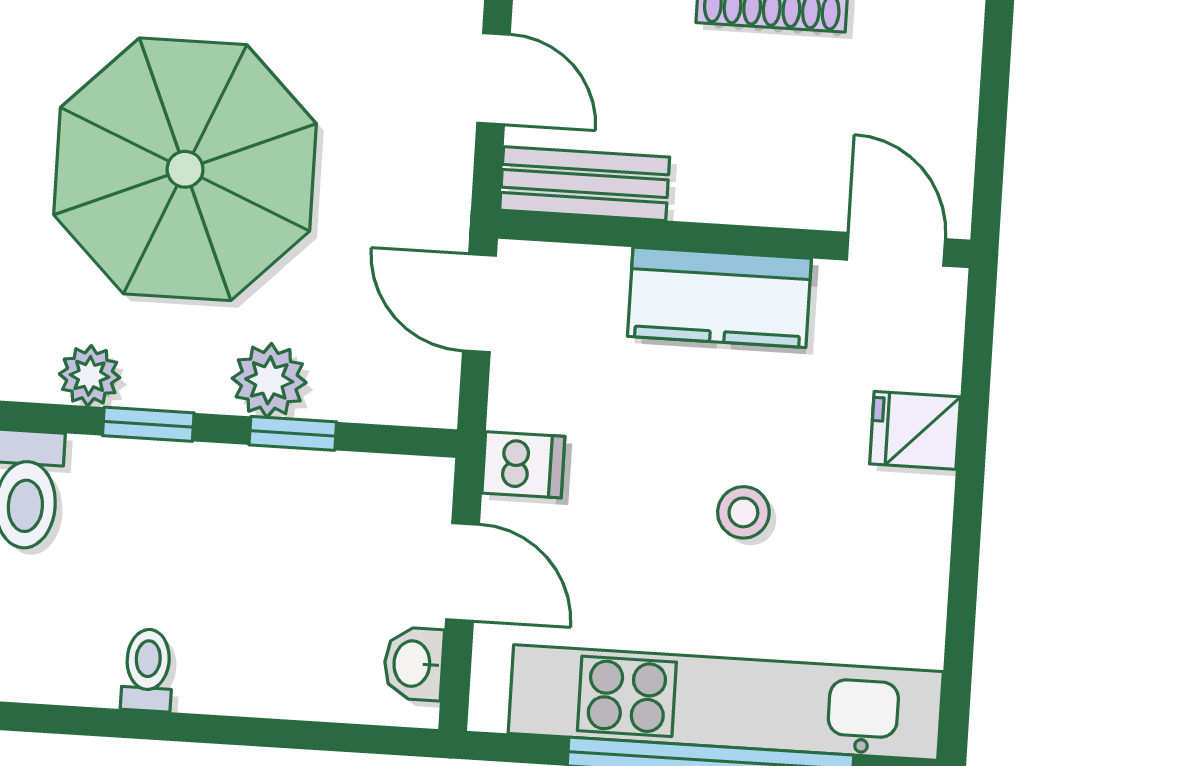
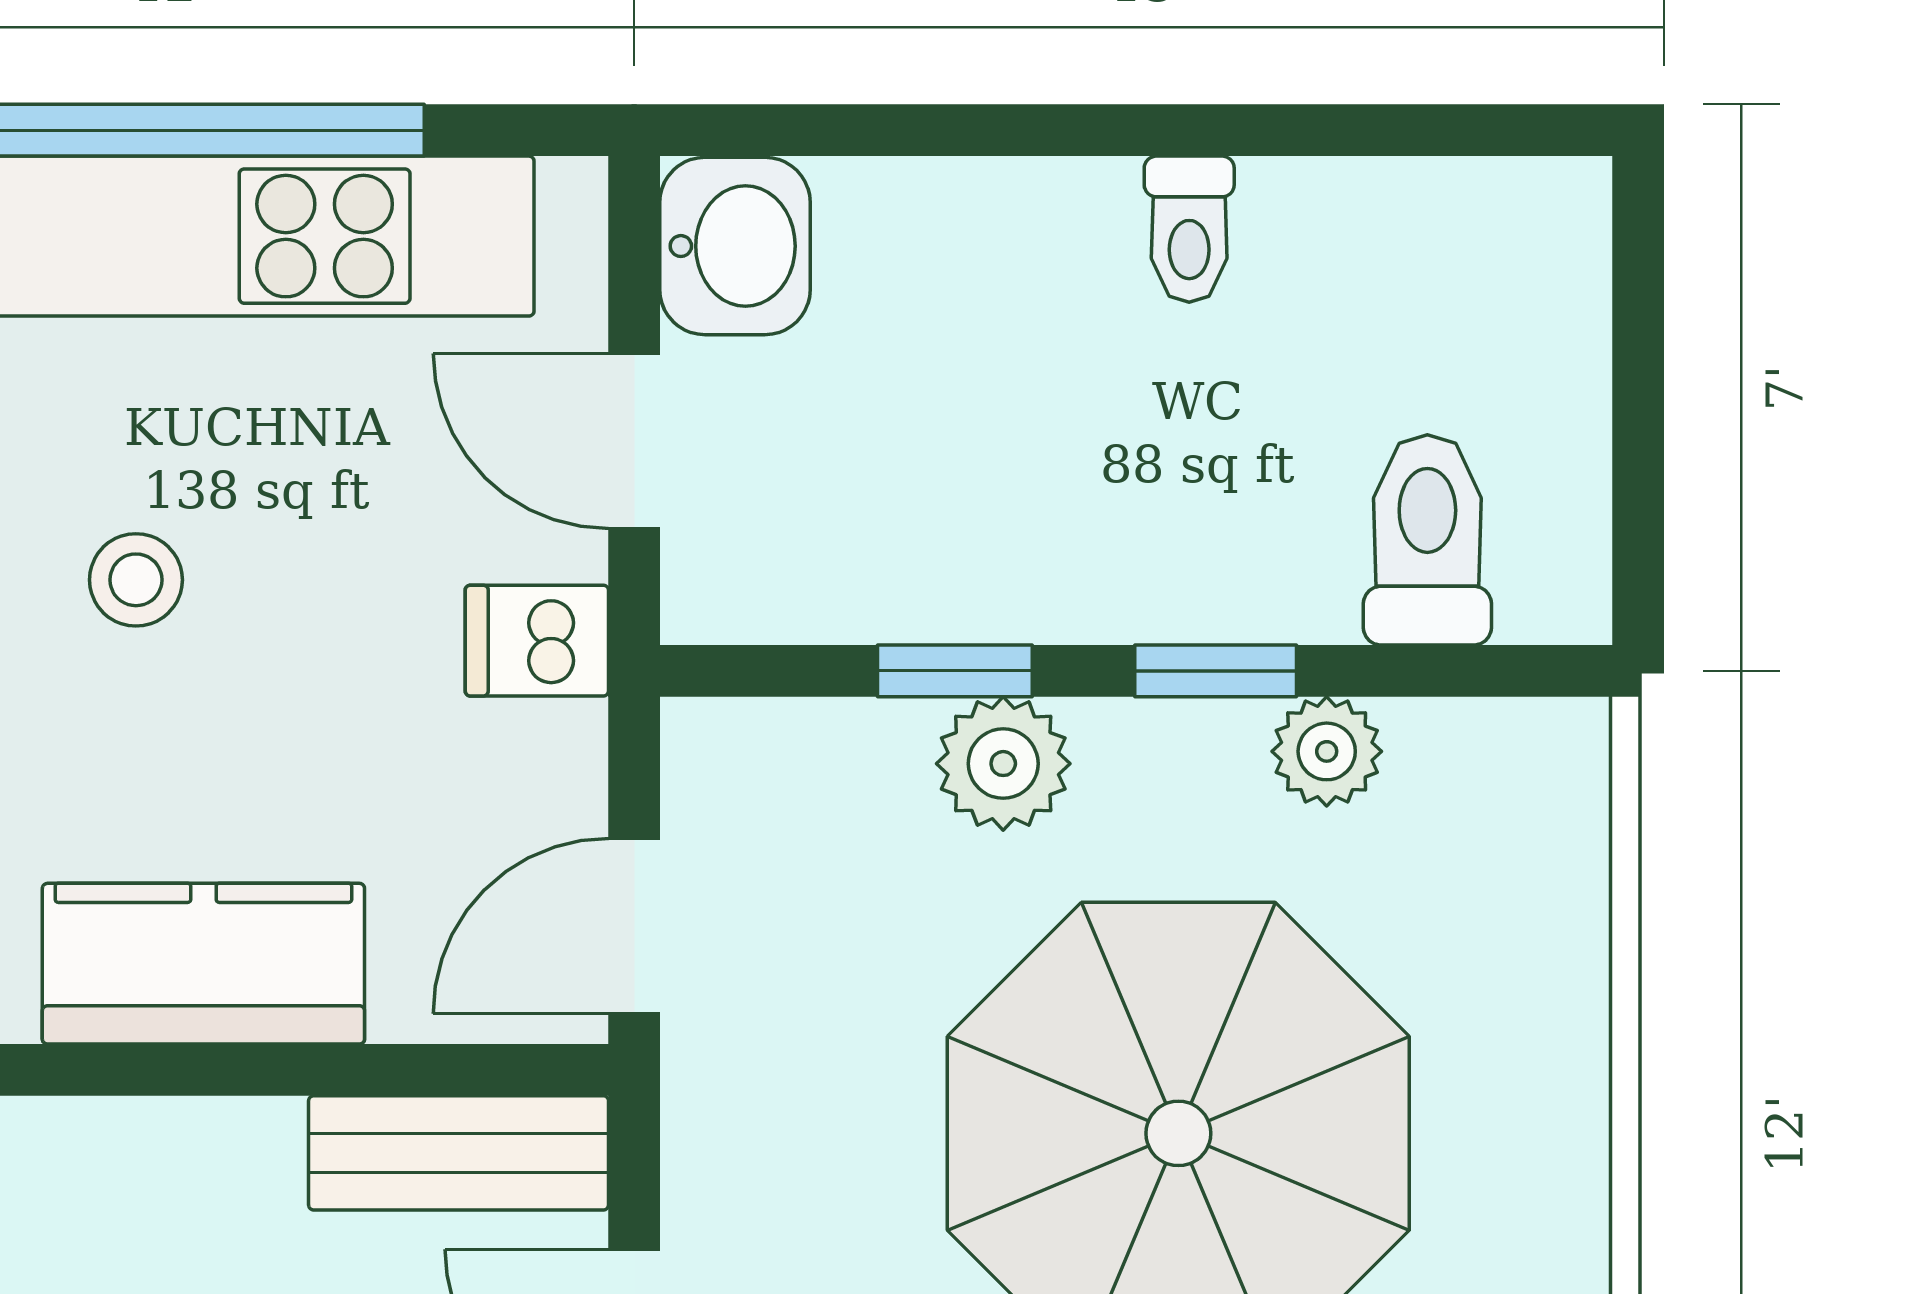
door: (479, 303) -> (634, 926), swing flipped
washbasin: (414, 664) -> (735, 246), width x1.38, depth x1.45

